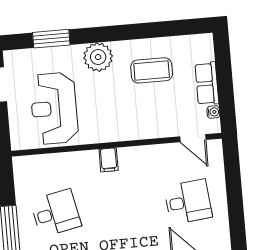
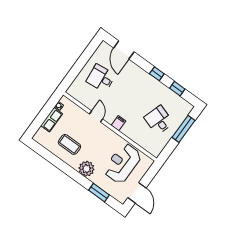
reception desk: (54, 108) -> (122, 163), turned 180
door: (193, 138) -> (96, 116), moved
desk: (56, 213) -> (159, 120), turned 30

